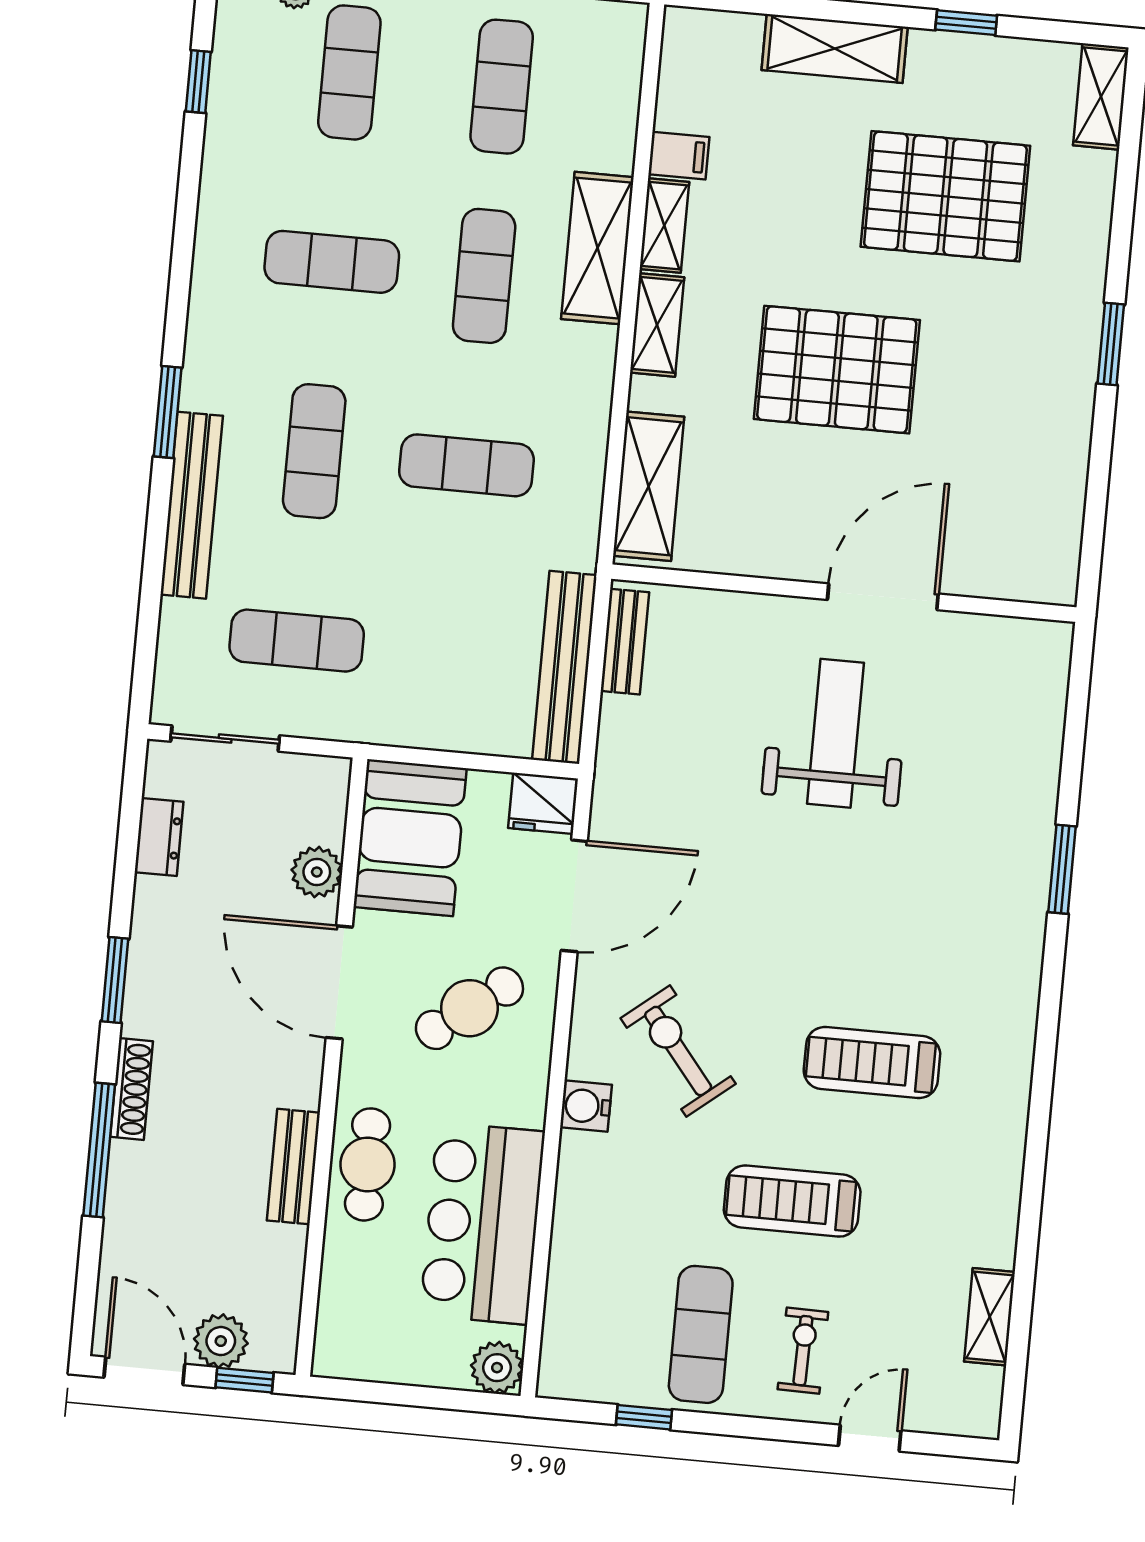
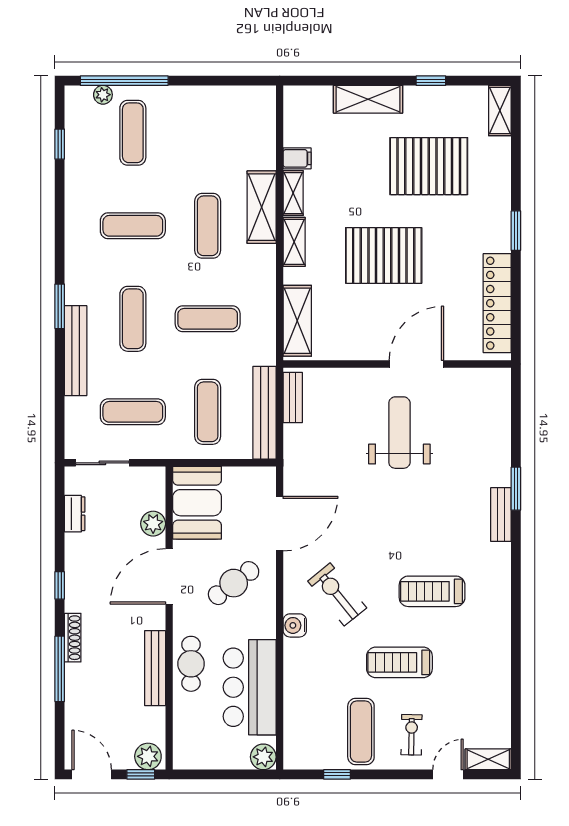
exercise mat: (502, 87) -> (208, 412), moved
locker: (1059, 488) -> (497, 303), added
fridge: (543, 803) -> (260, 480), removed
bench: (1027, 919) -> (501, 515), added
window: (115, 980) -> (60, 585), width x0.67
door: (339, 982) -> (169, 576), hinge flipped
bench: (293, 1167) -> (155, 668), width x1.36
shelving: (990, 1317) -> (488, 759), moved, turned 90
plant: (221, 1341) -> (148, 756), moved

